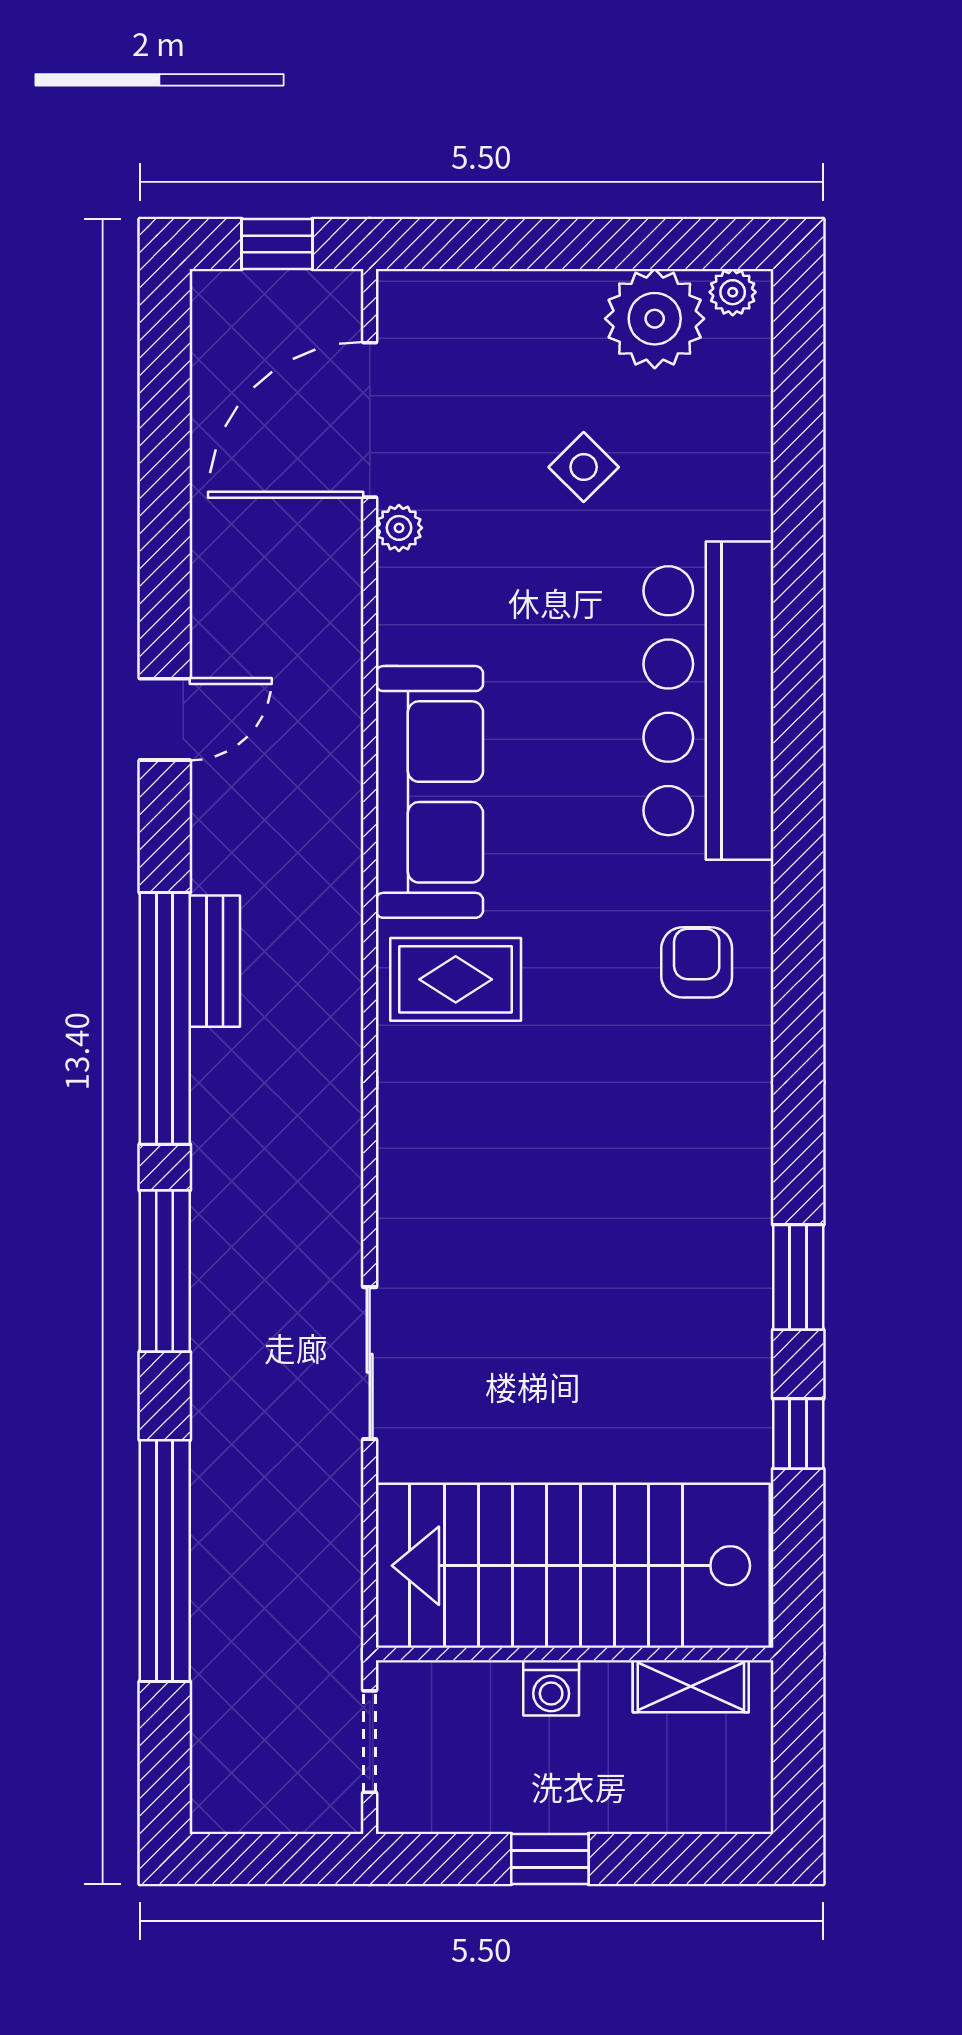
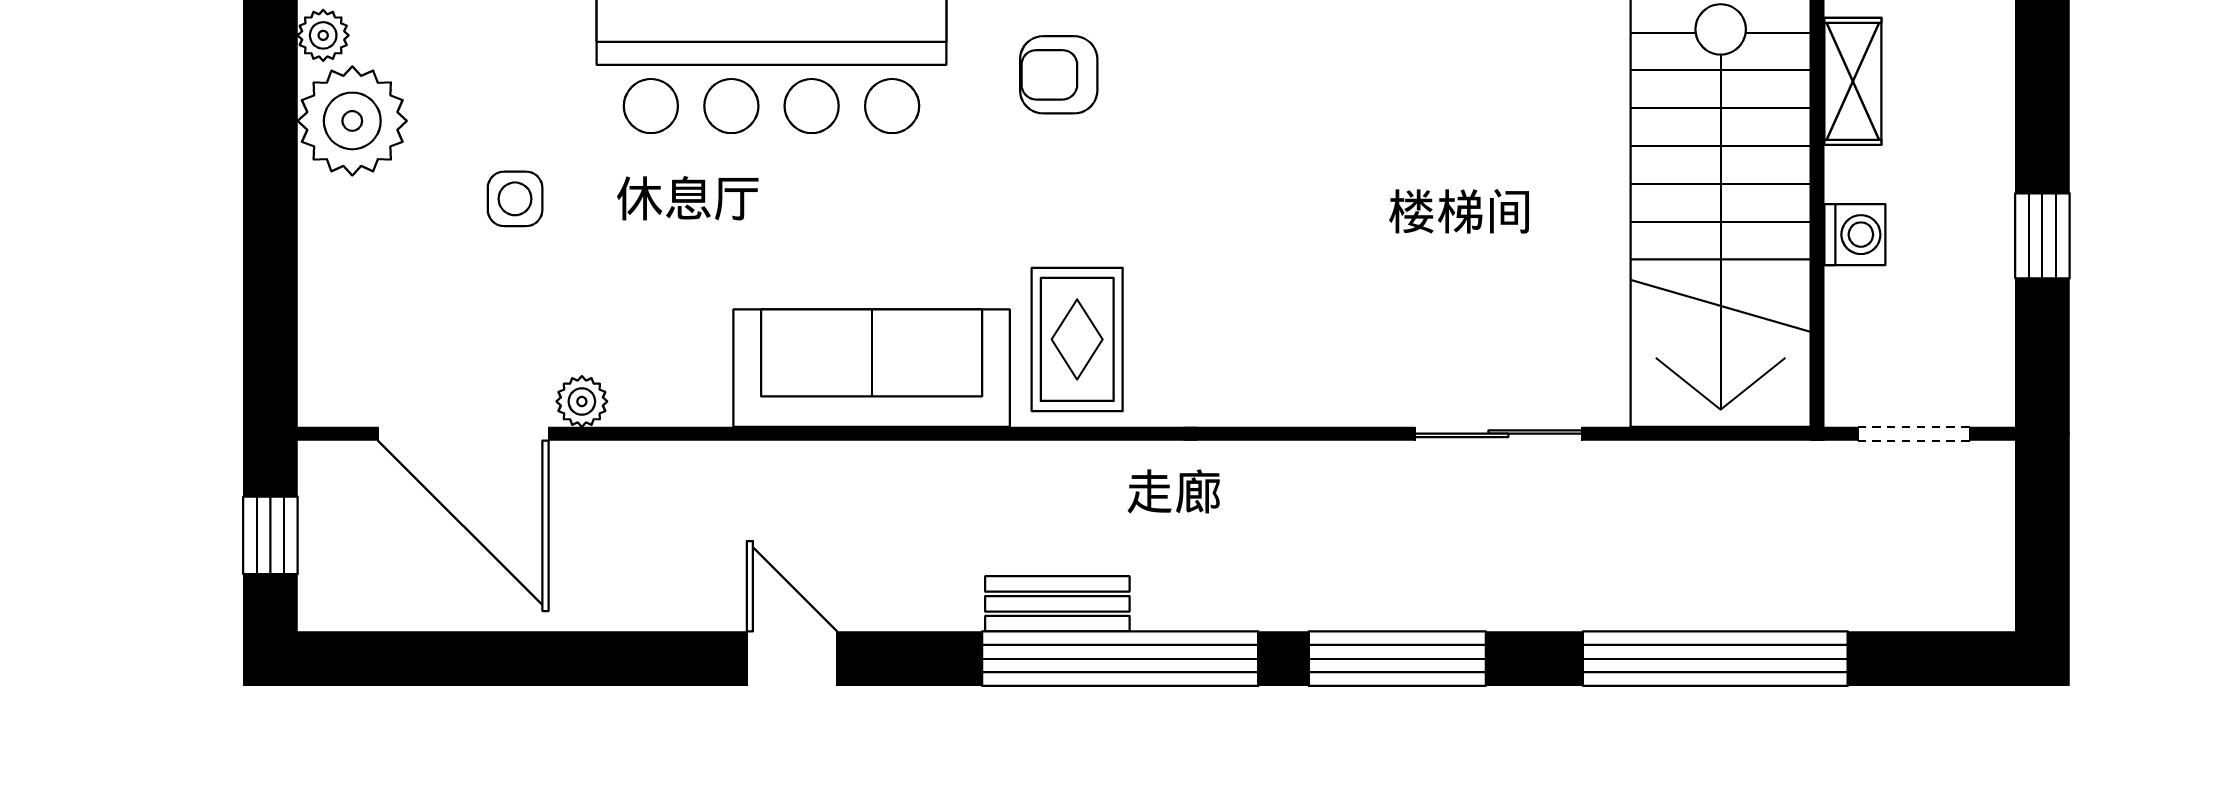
side table: (584, 467) -> (515, 199), turned 45

